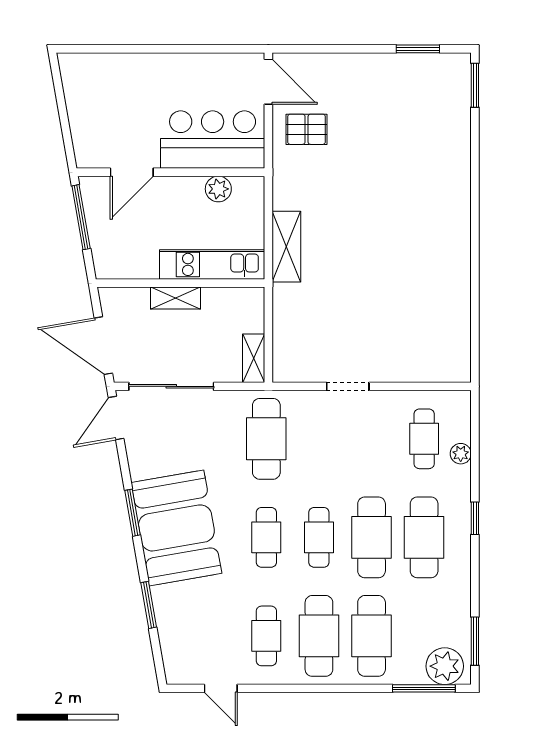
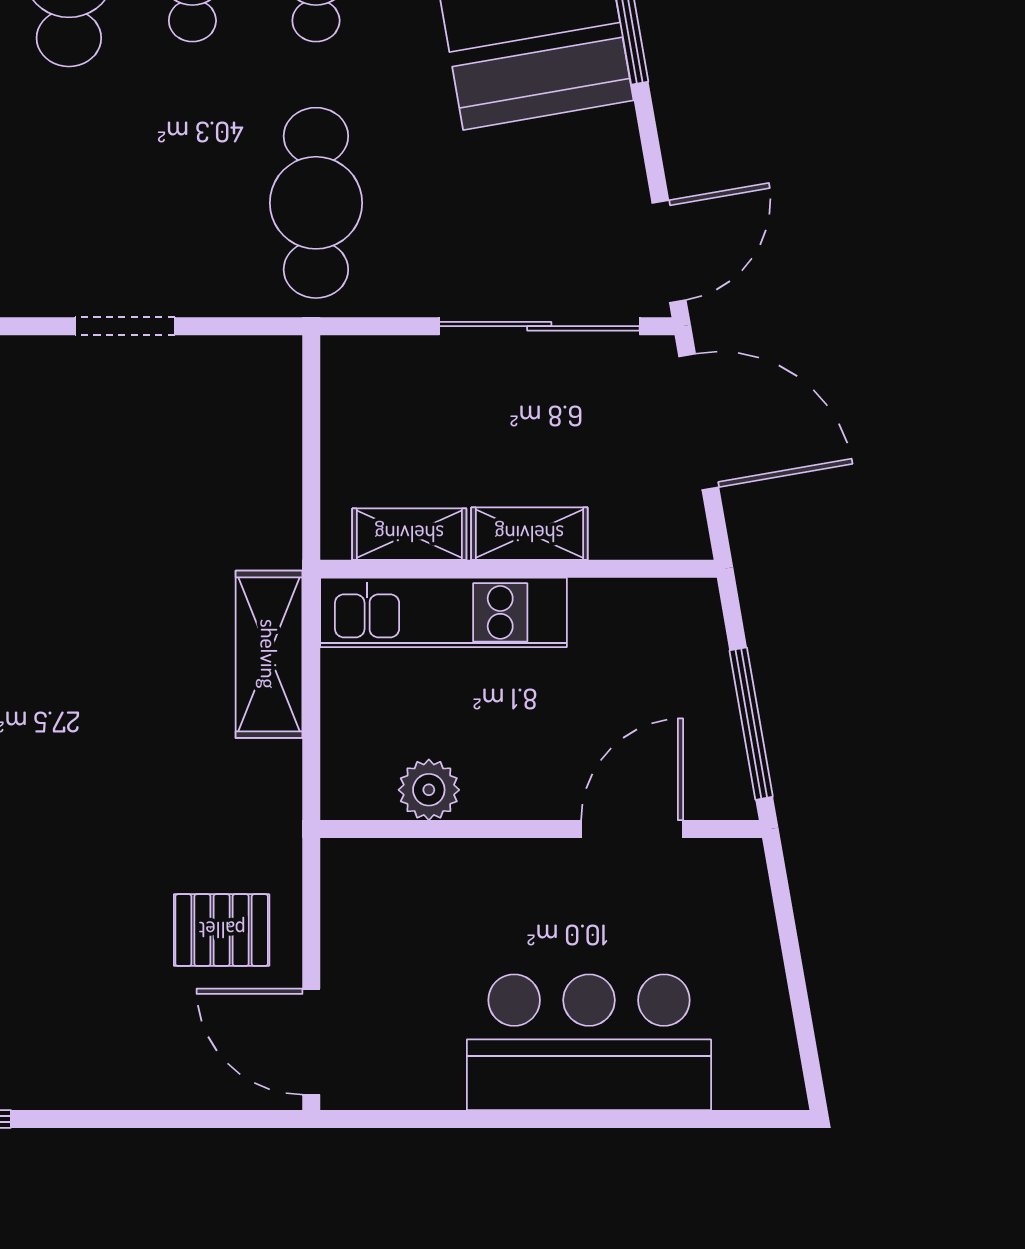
bar counter: (213, 140) -> (589, 1042), moved, turned 180
shelving: (254, 358) -> (409, 534), moved, turned 90

